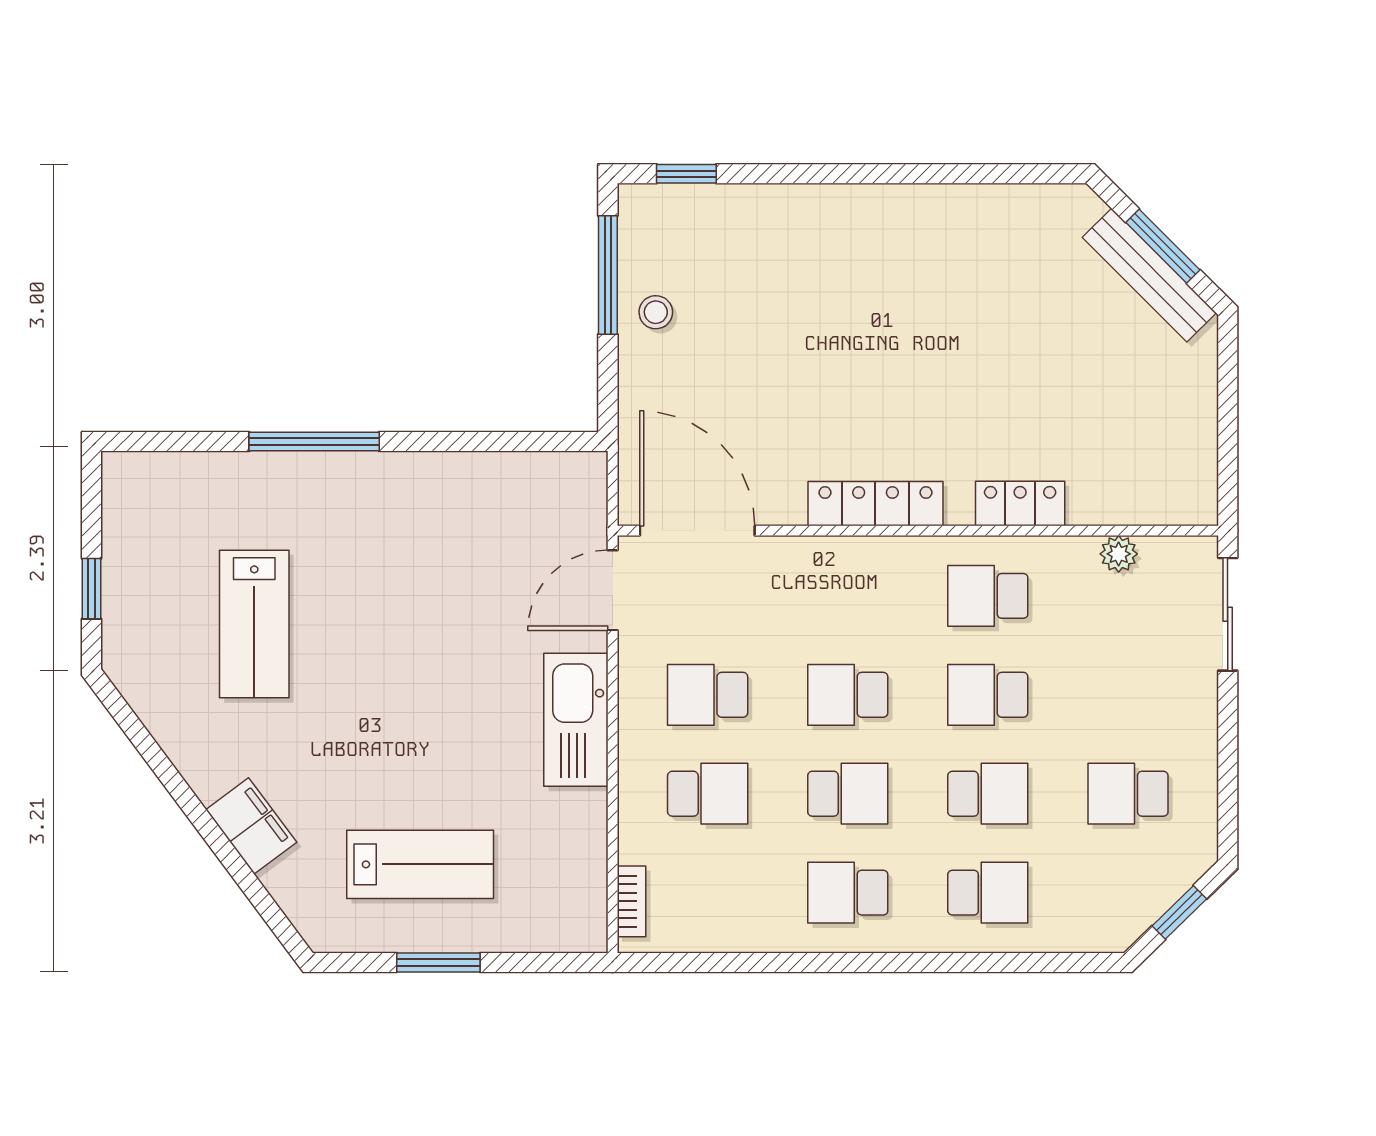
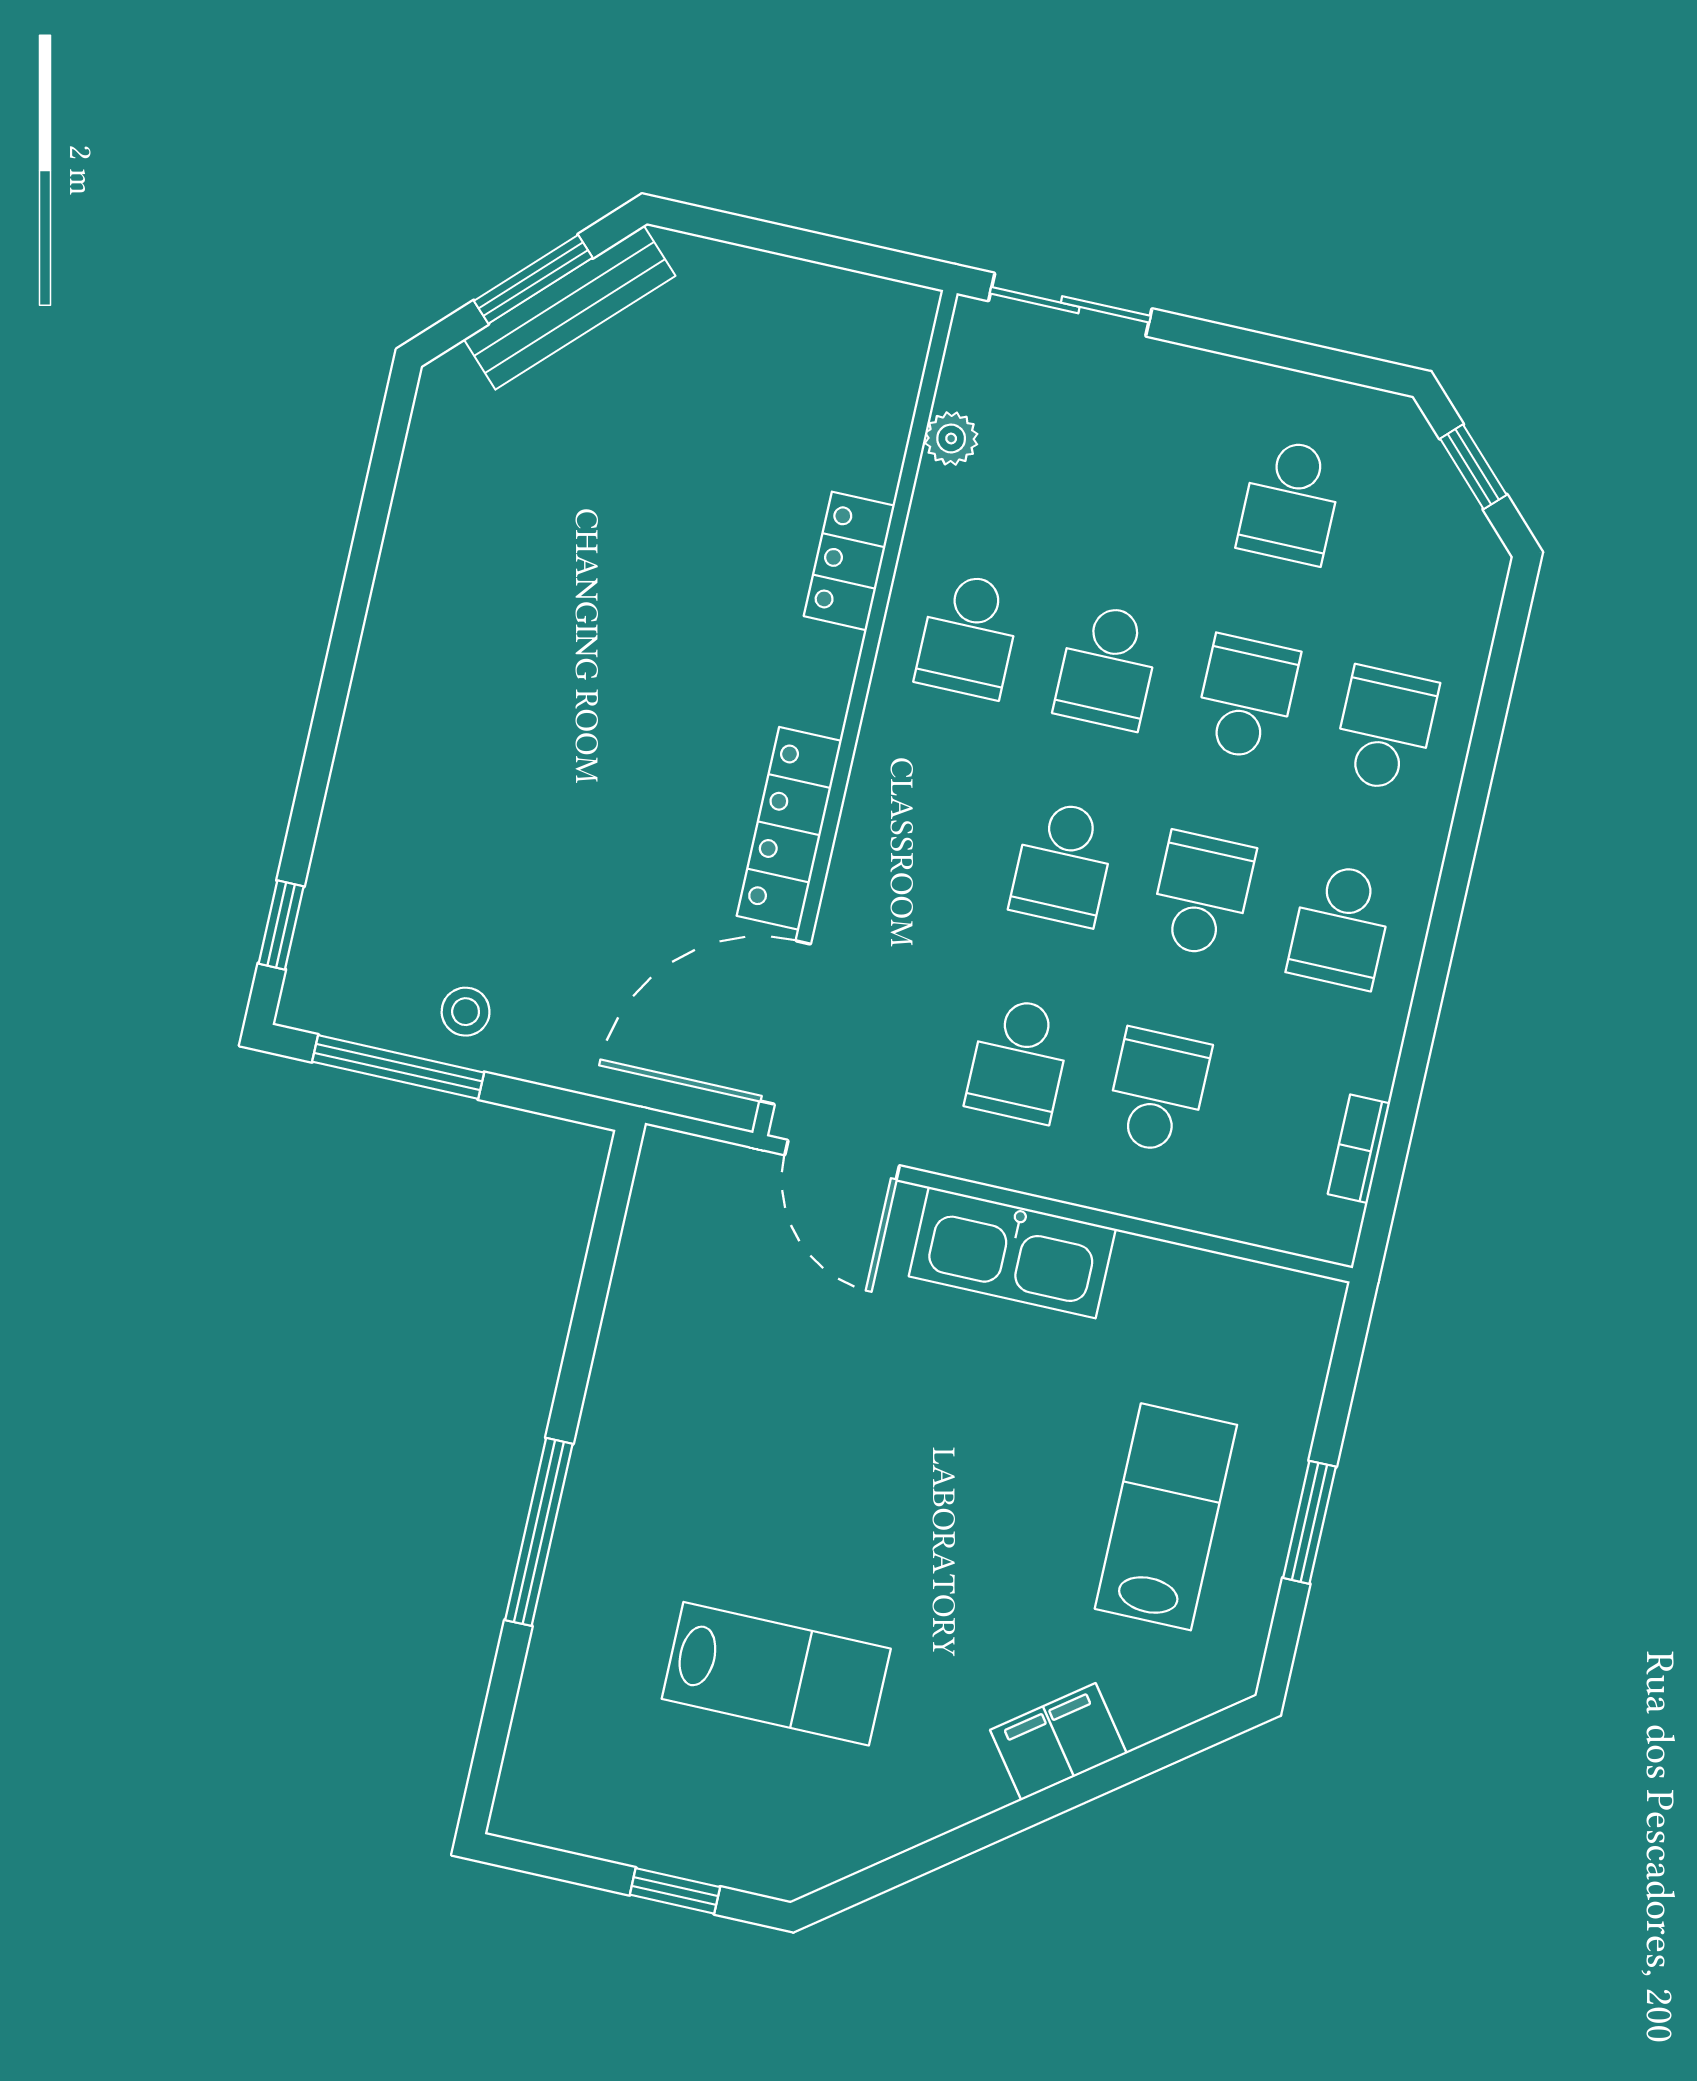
locker: (875, 504) -> (789, 828), moved
bookcase: (631, 901) -> (1359, 1149), moved, turned -90

